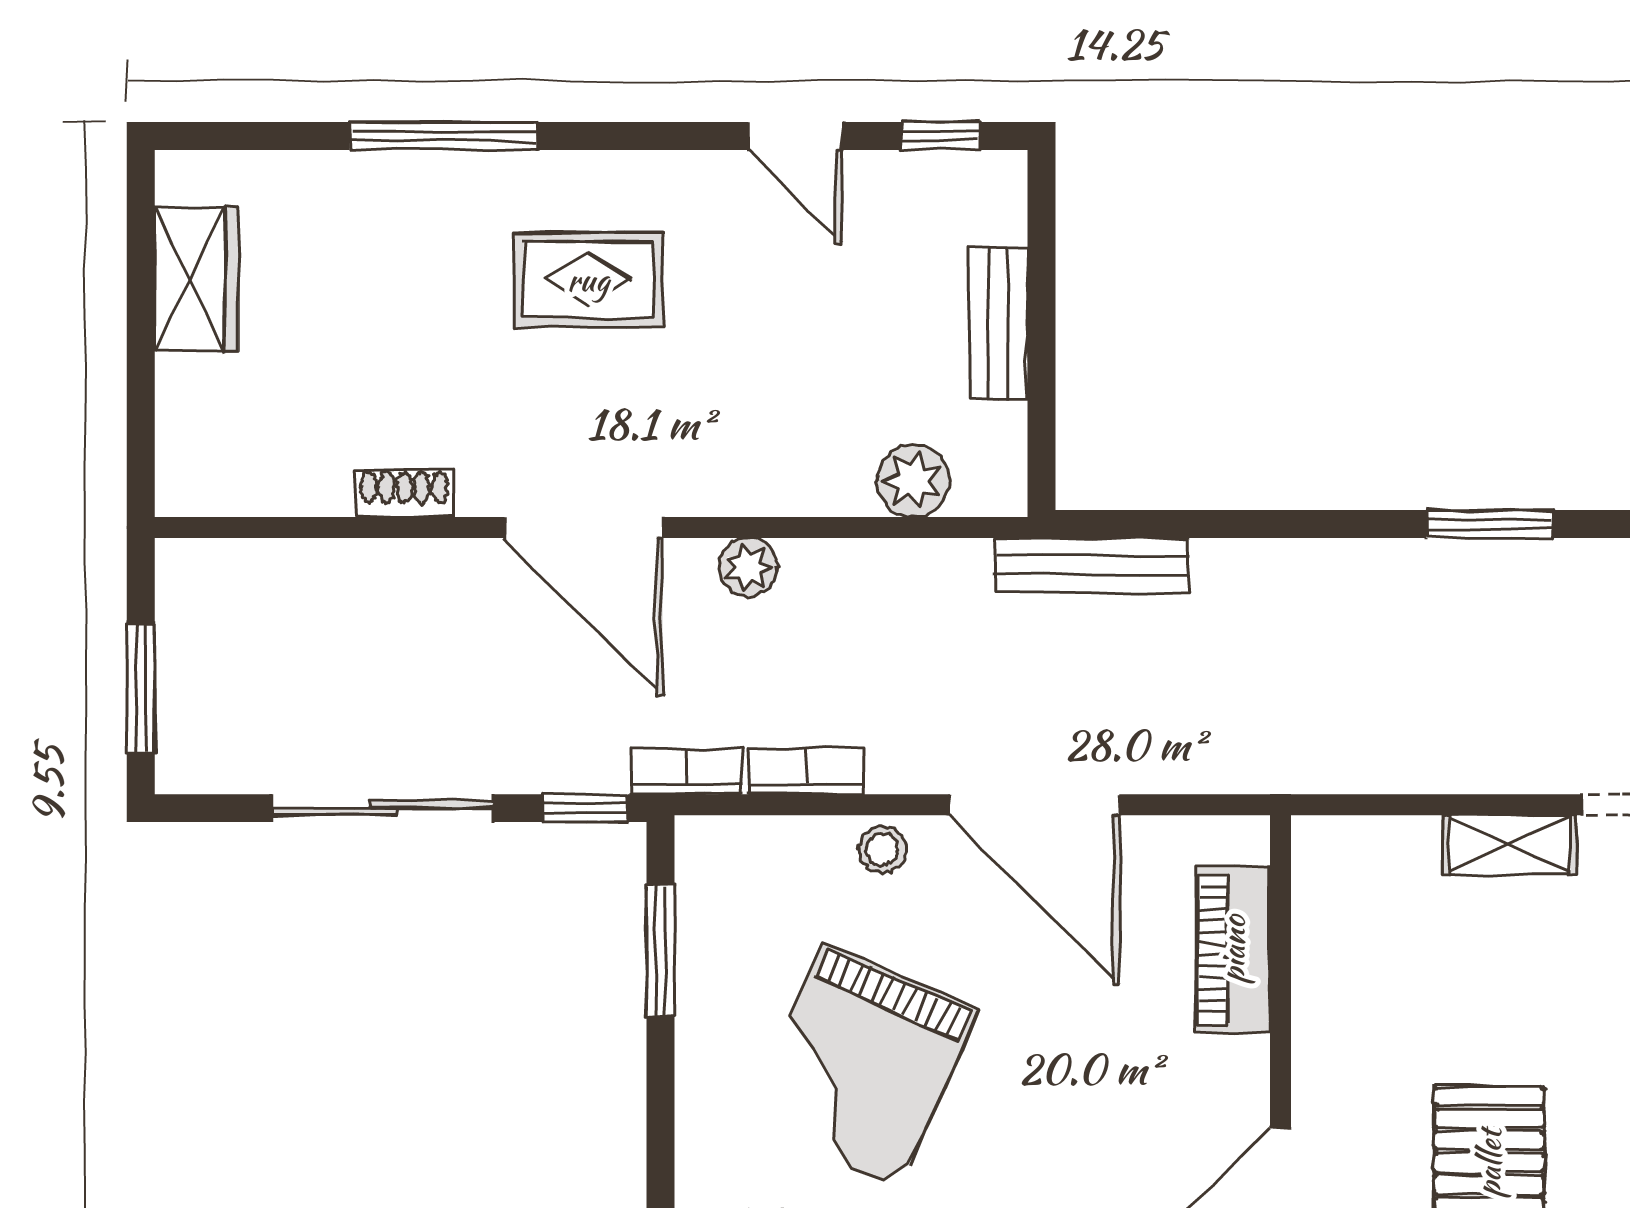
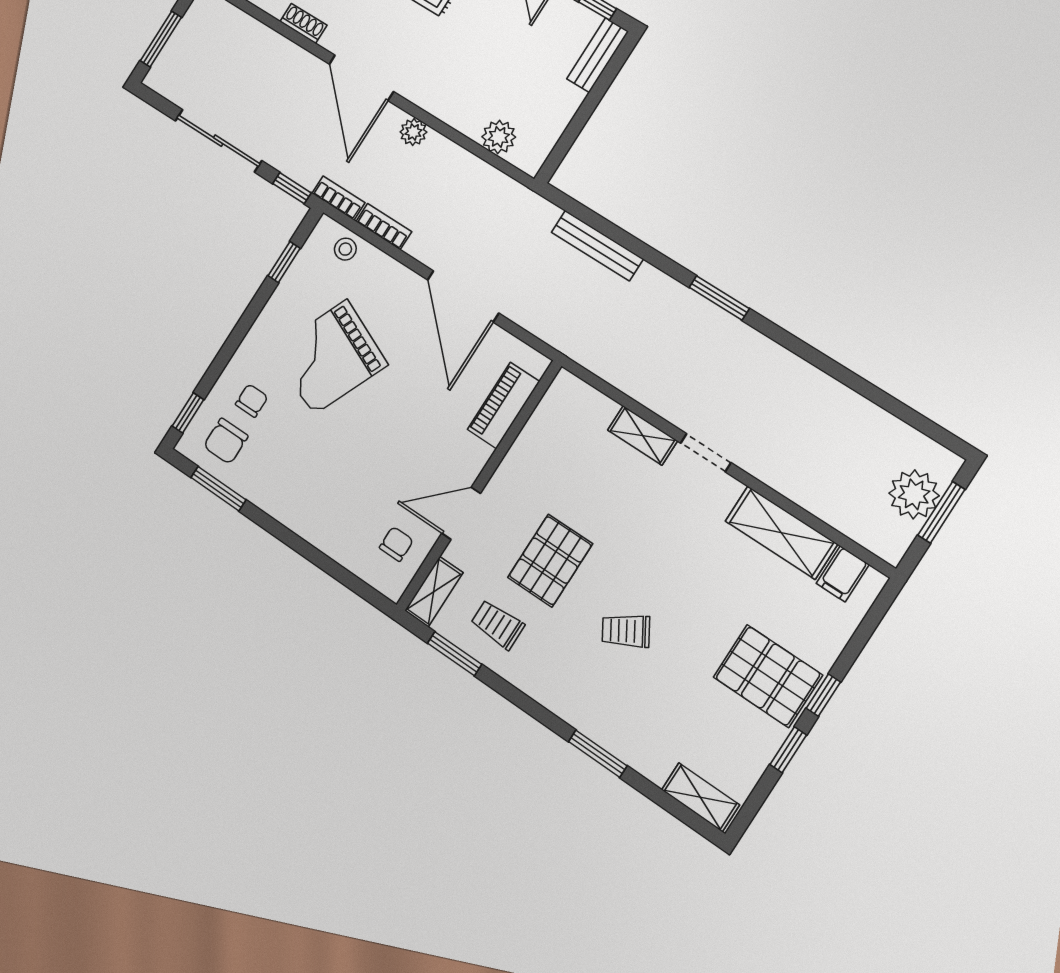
bench: (999, 324) -> (598, 55), moved
bench: (1092, 565) -> (597, 246), moved
stool: (882, 849) -> (345, 249), moved
window: (660, 951) -> (284, 262), width x0.67

